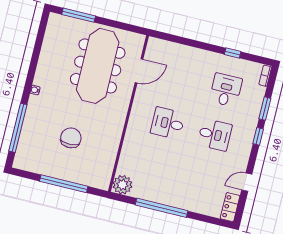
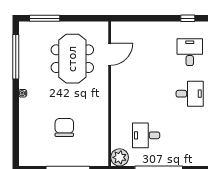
meeting table: (98, 66) -> (72, 59), width x0.73
desk: (168, 123) -> (146, 135), moved
window: (18, 128) -> (16, 57), moved

